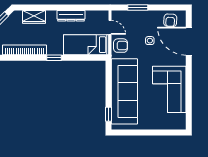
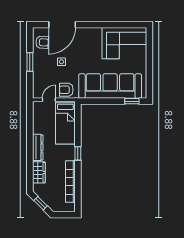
window: (138, 7) -> (30, 62), moved
dresser: (71, 16) -> (38, 147), moved
armchair: (121, 46) -> (66, 90), turned -90
corner sofa: (169, 89) -> (124, 43), moved

